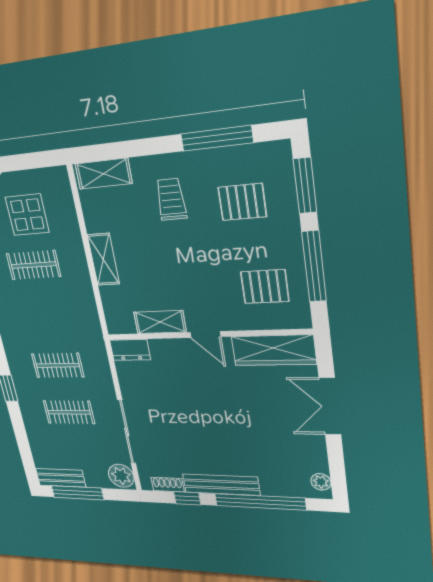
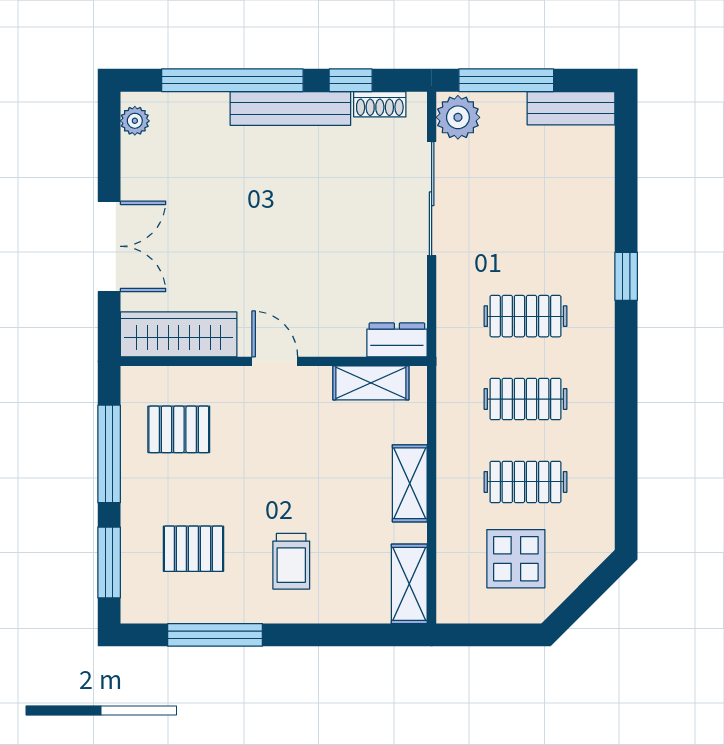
shelving: (104, 174) -> (409, 584), moved, turned 90
shelving: (160, 322) -> (371, 383), moved
clothes rail: (69, 412) -> (525, 399), moved
window: (77, 493) -> (506, 80), moved

